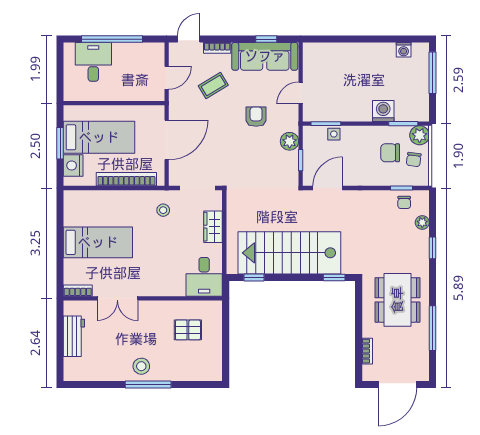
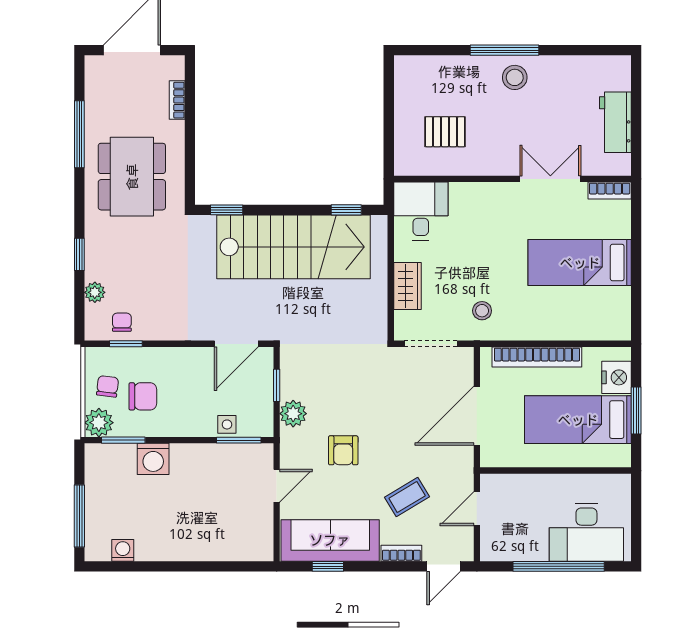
desk: (93, 62) -> (586, 532), width x1.37

